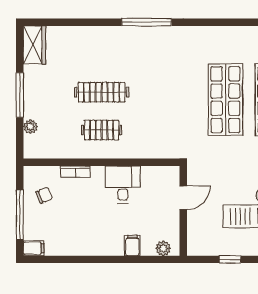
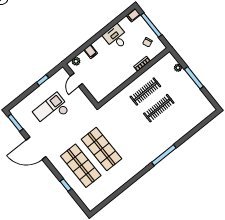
wardrobe: (34, 45) -> (205, 105), removed
clothes rail: (102, 130) -> (145, 92), width x1.36
desk: (123, 185) -> (116, 37), moved, turned 180
door: (183, 198) -> (76, 80), moved

